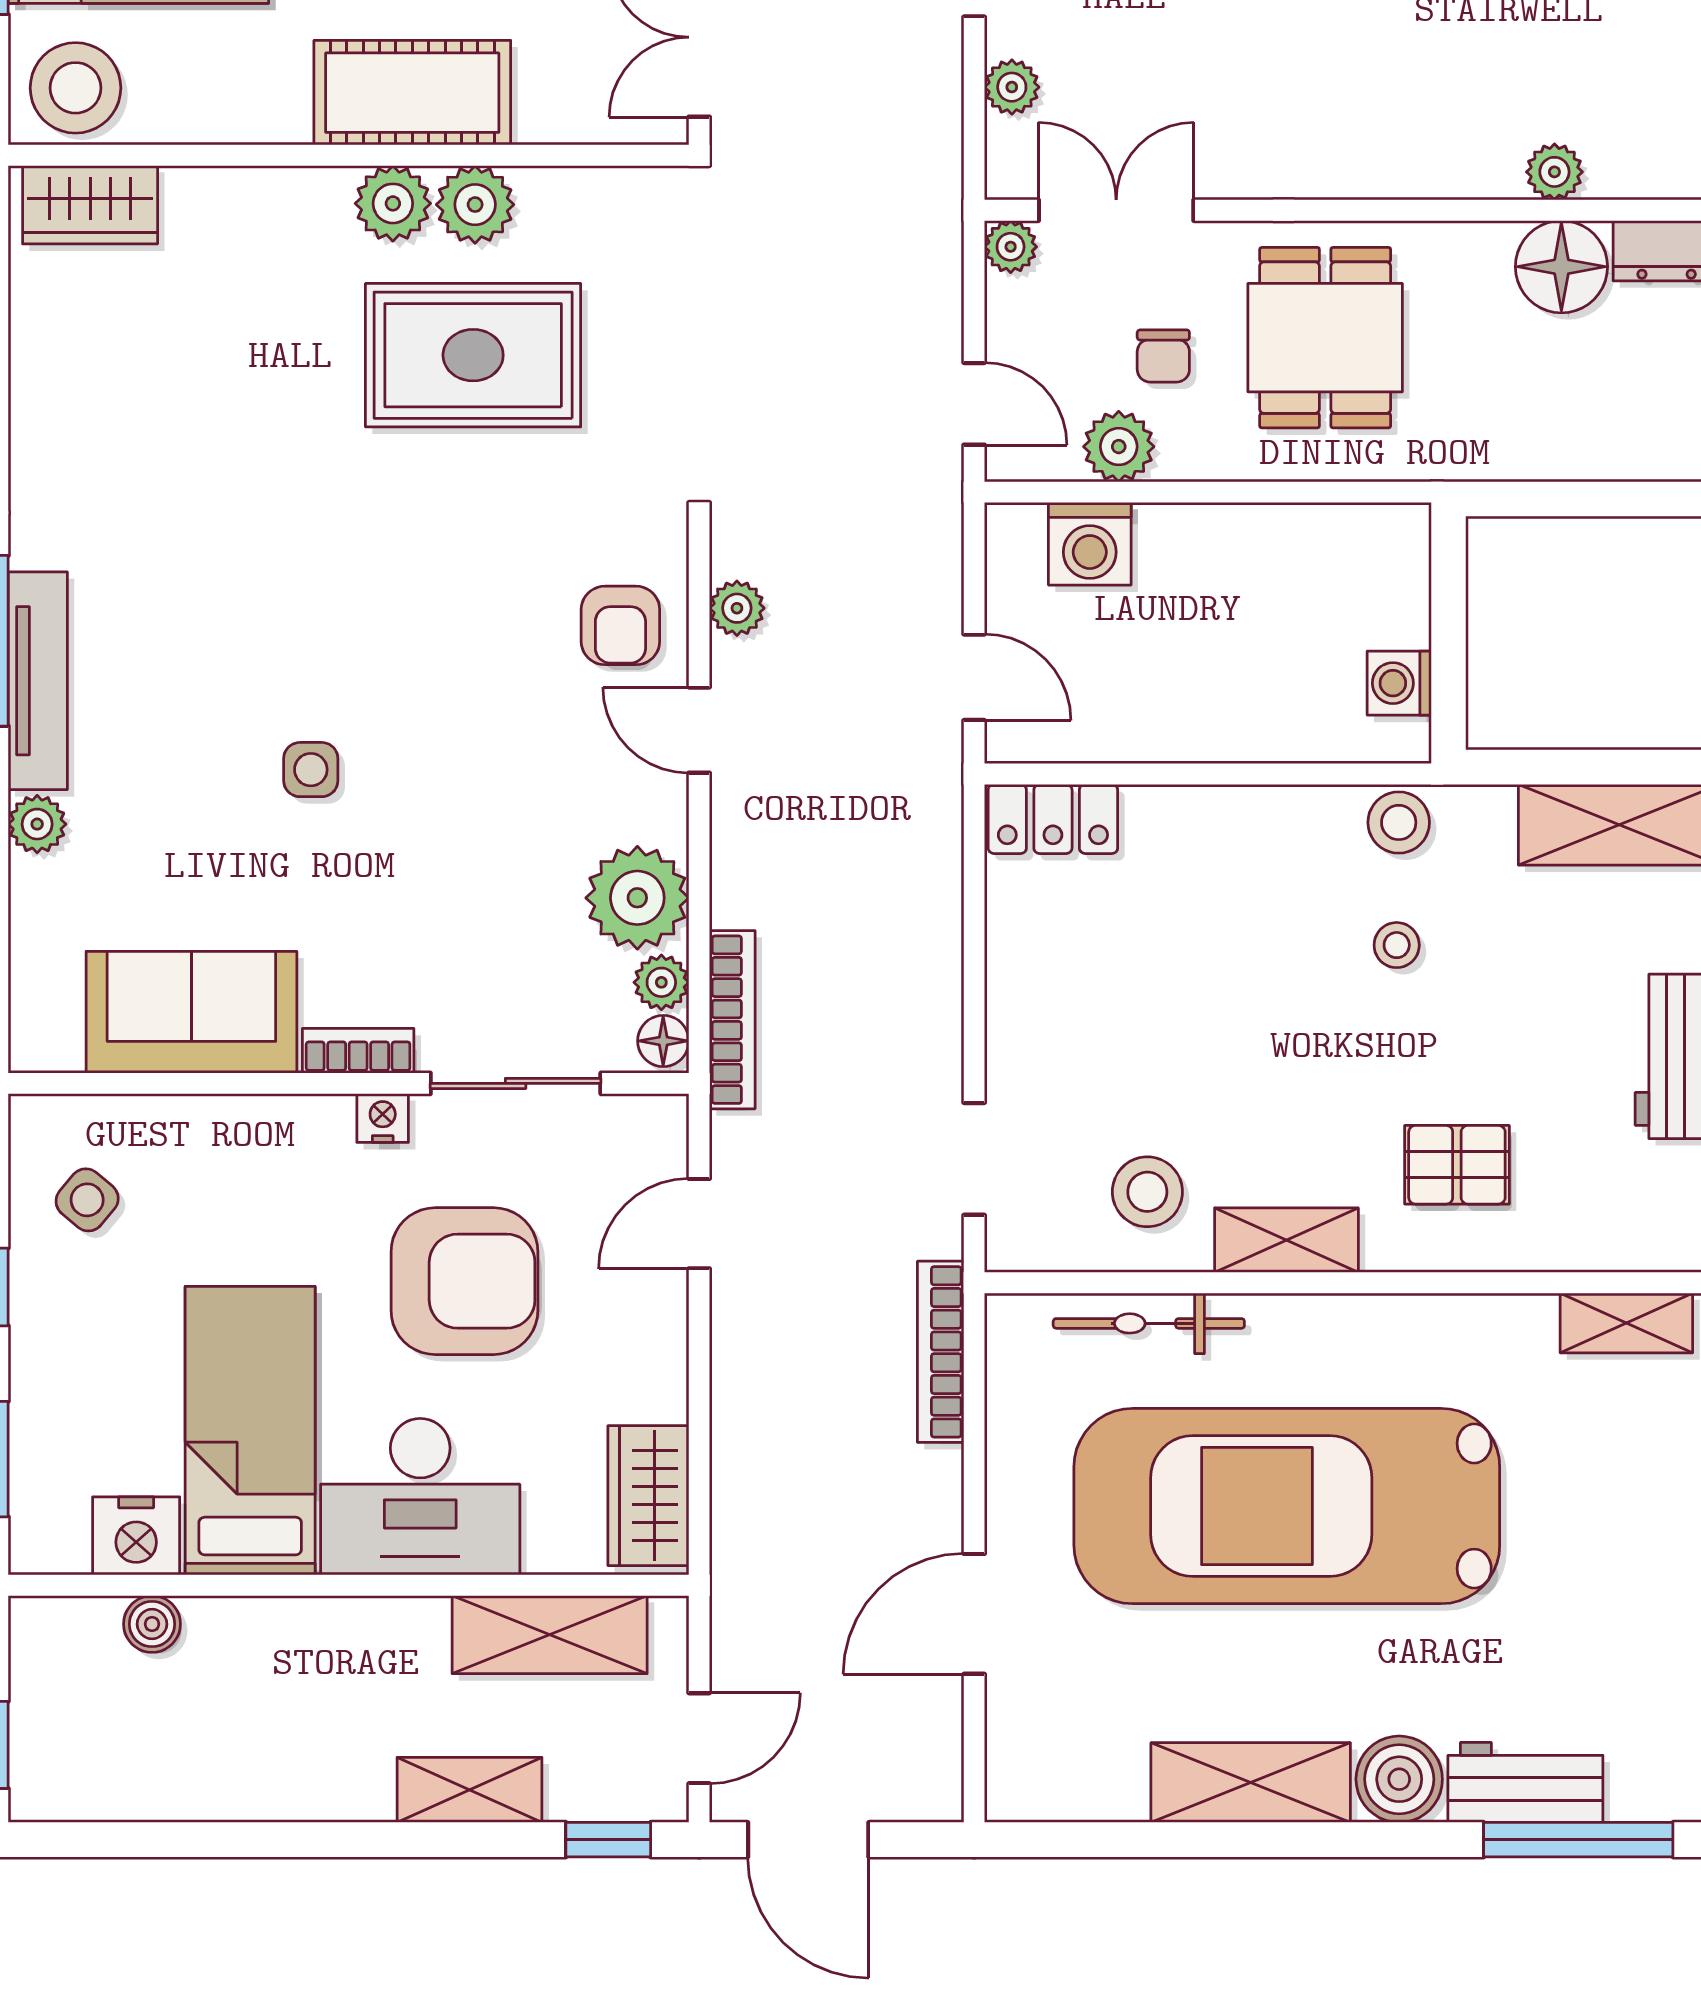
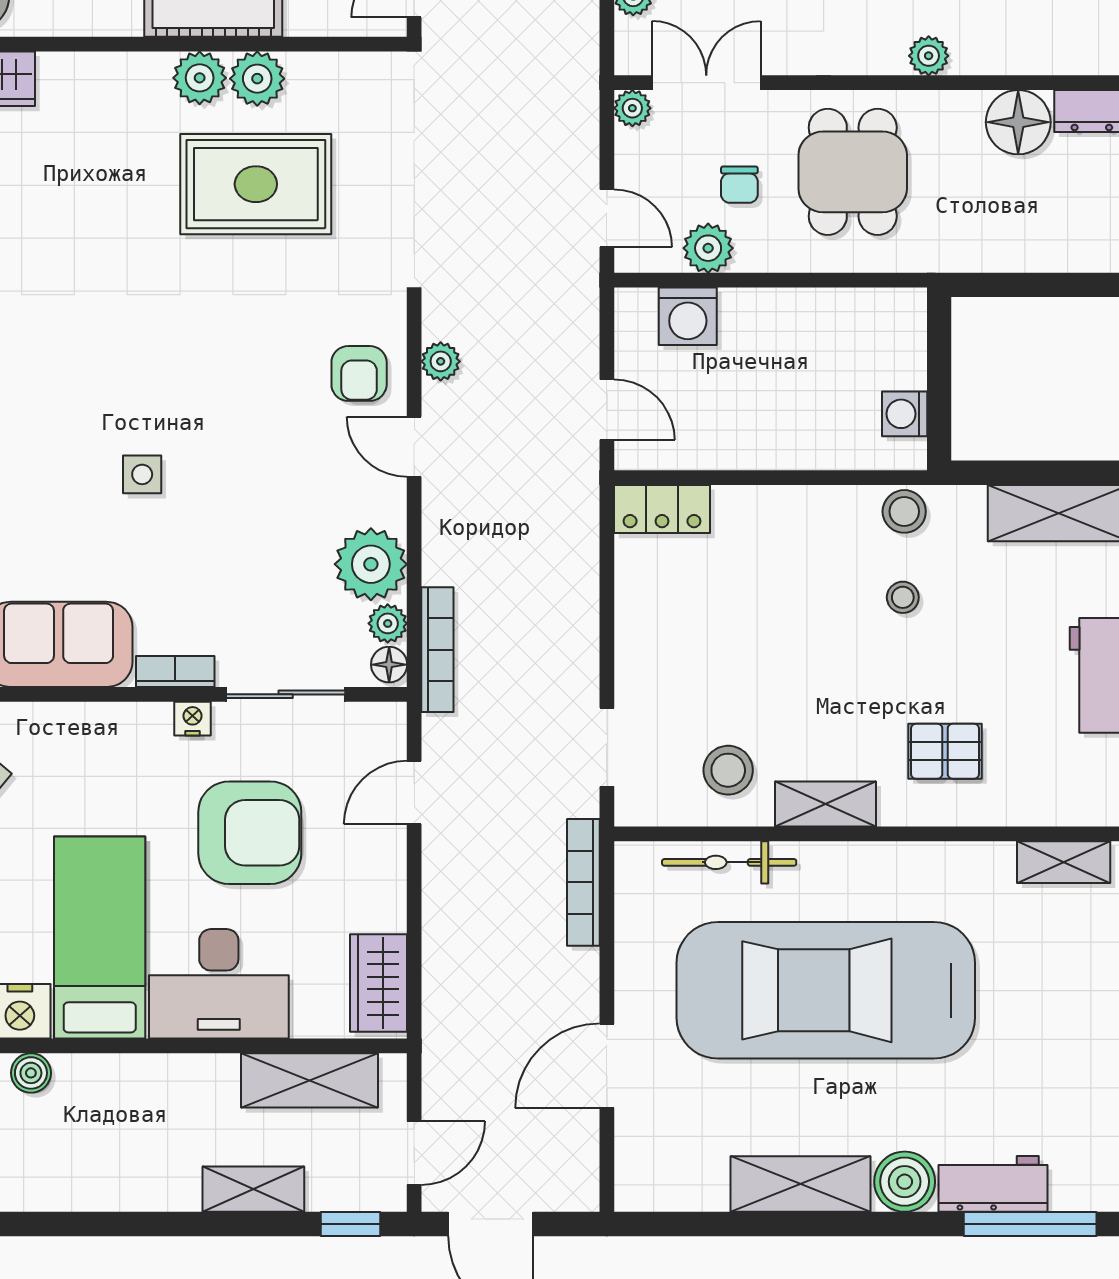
plant: (1554, 172) -> (929, 56), moved

